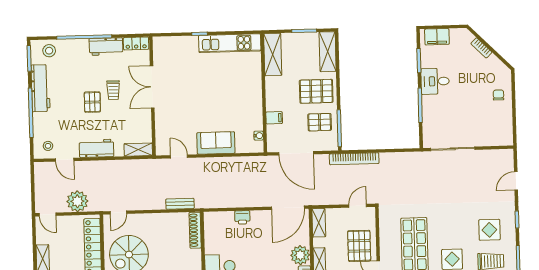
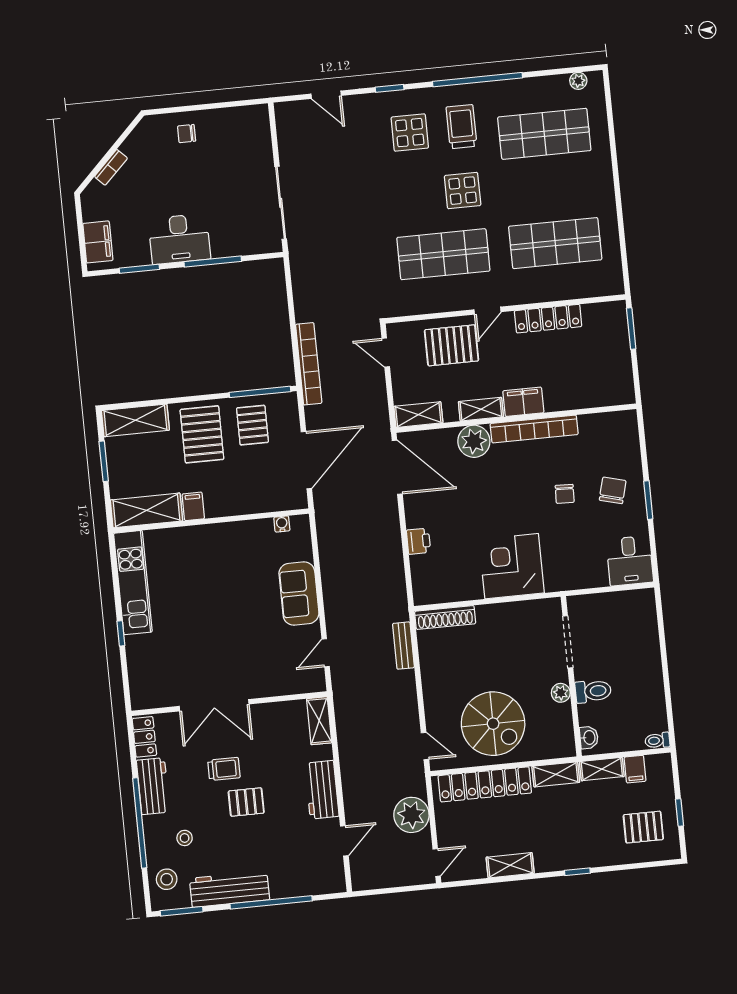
desk: (435, 81) -> (179, 239), width x1.37
filing cabinet: (274, 118) -> (193, 506), moved
stool: (48, 146) -> (185, 838), moved

